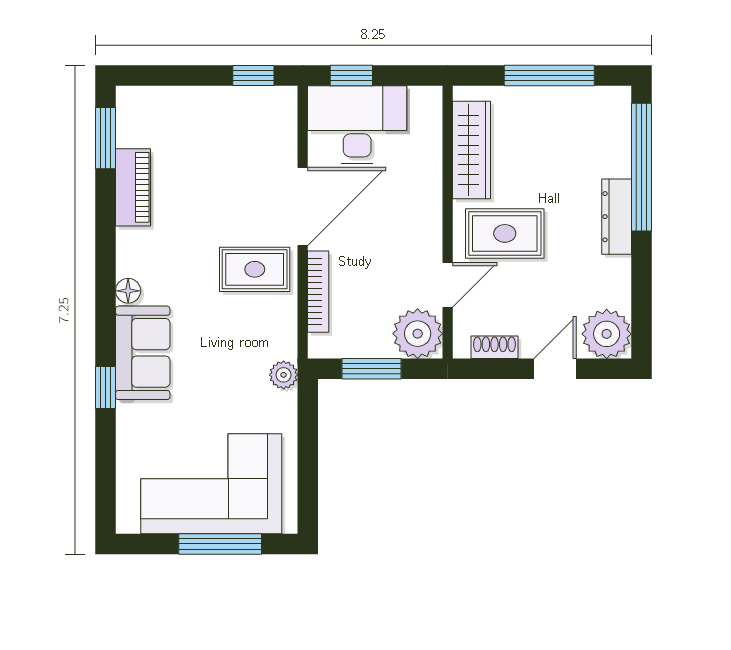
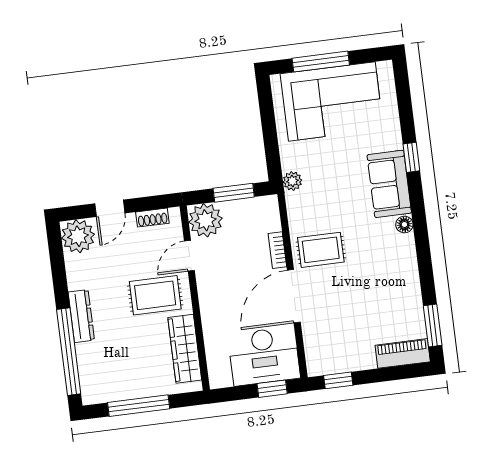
piano: (133, 187) -> (403, 353), moved, turned 90
bookcase: (318, 292) -> (277, 250), width x0.64

